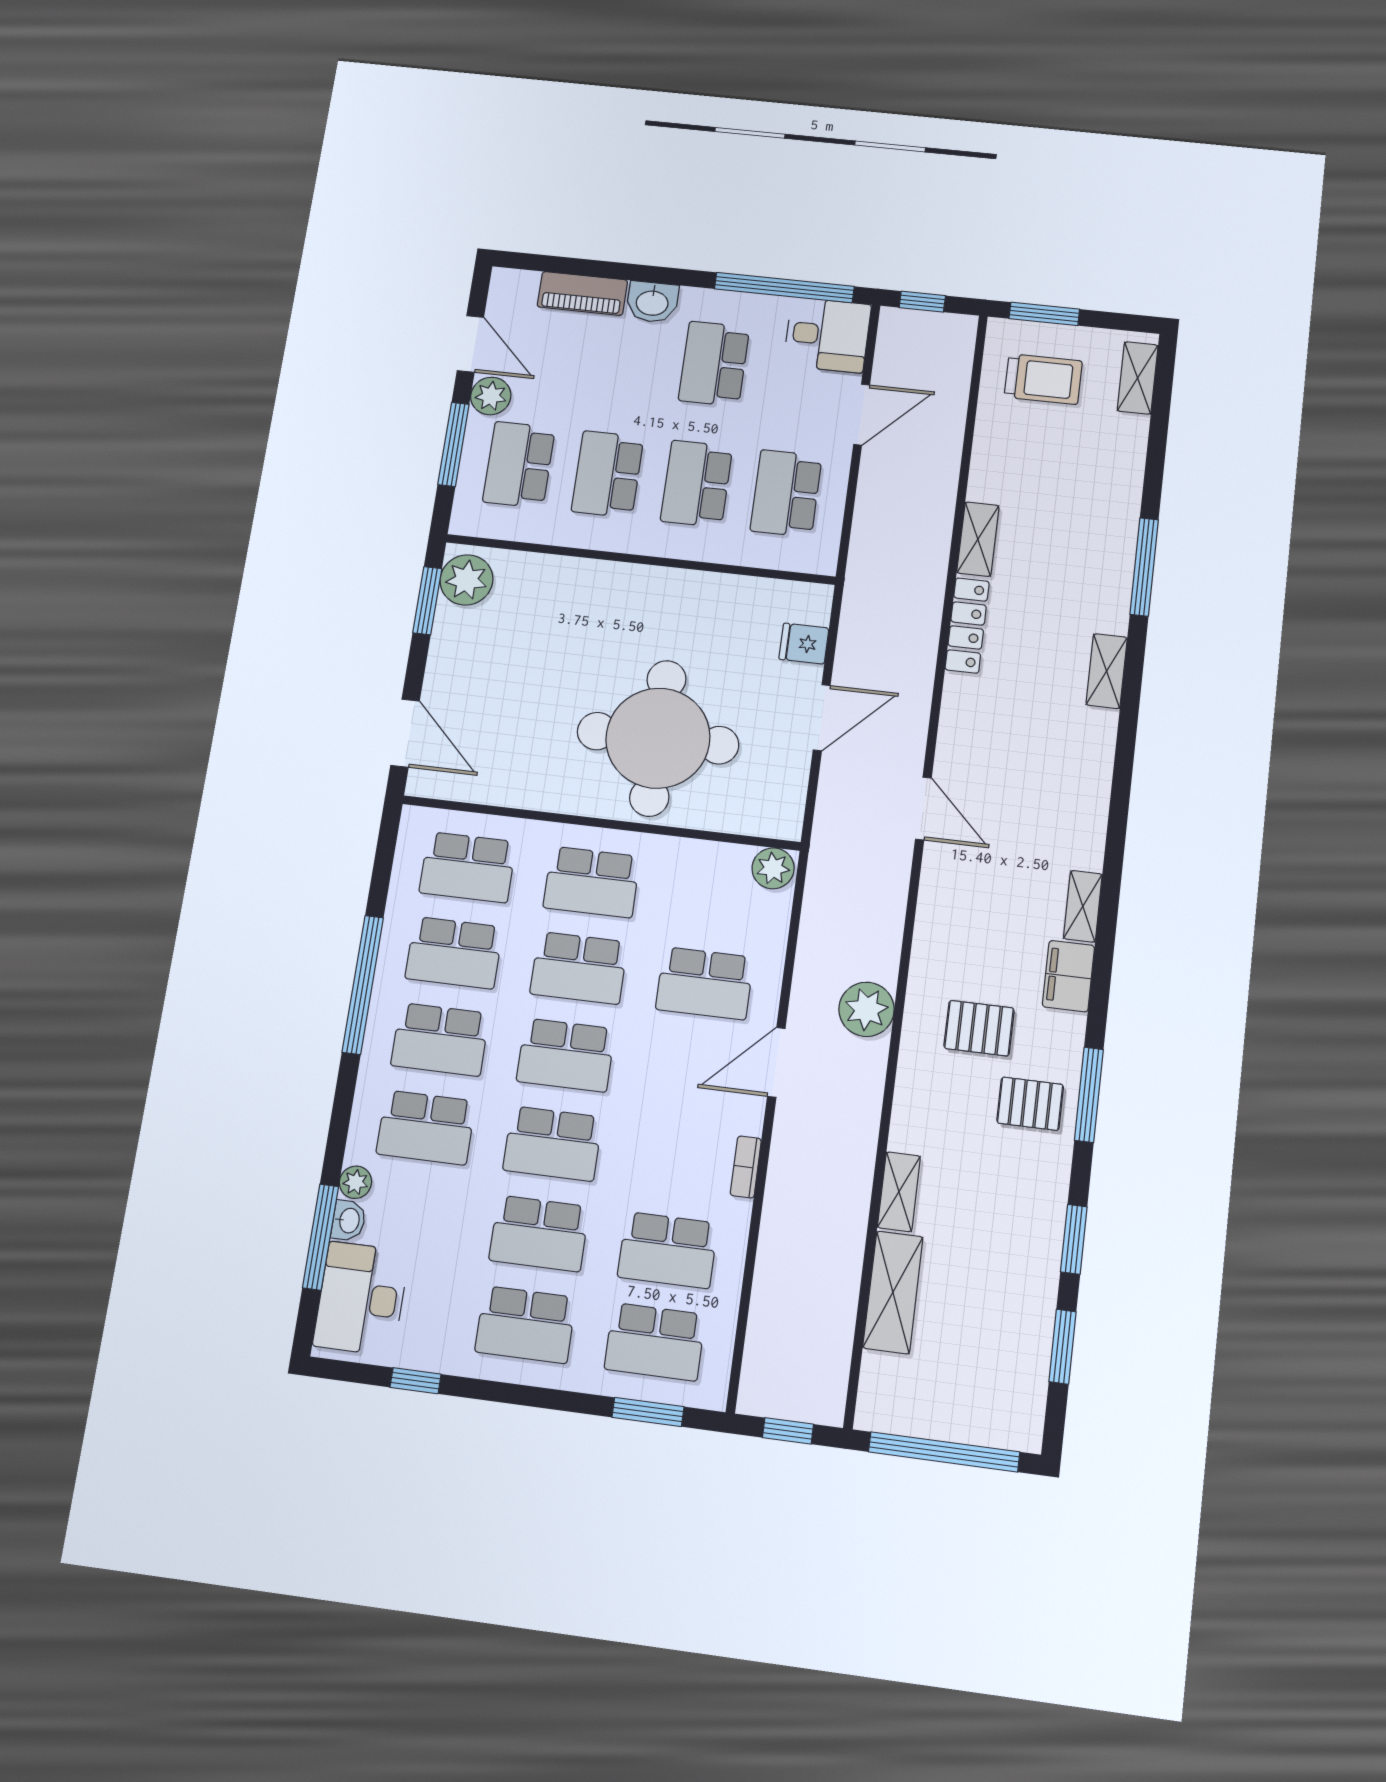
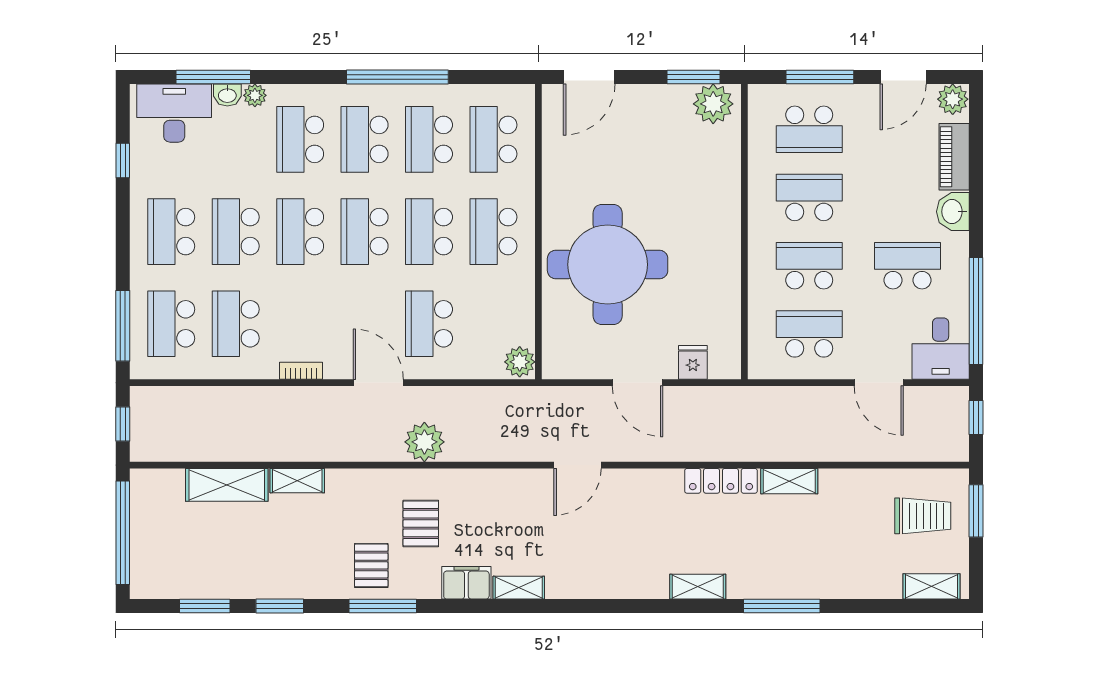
trolley: (1043, 379) -> (923, 516), turned -90
plant: (491, 396) -> (953, 99), moved
school desk: (519, 465) -> (809, 129), turned 180
window: (648, 1412) -> (123, 326), width x1.44

